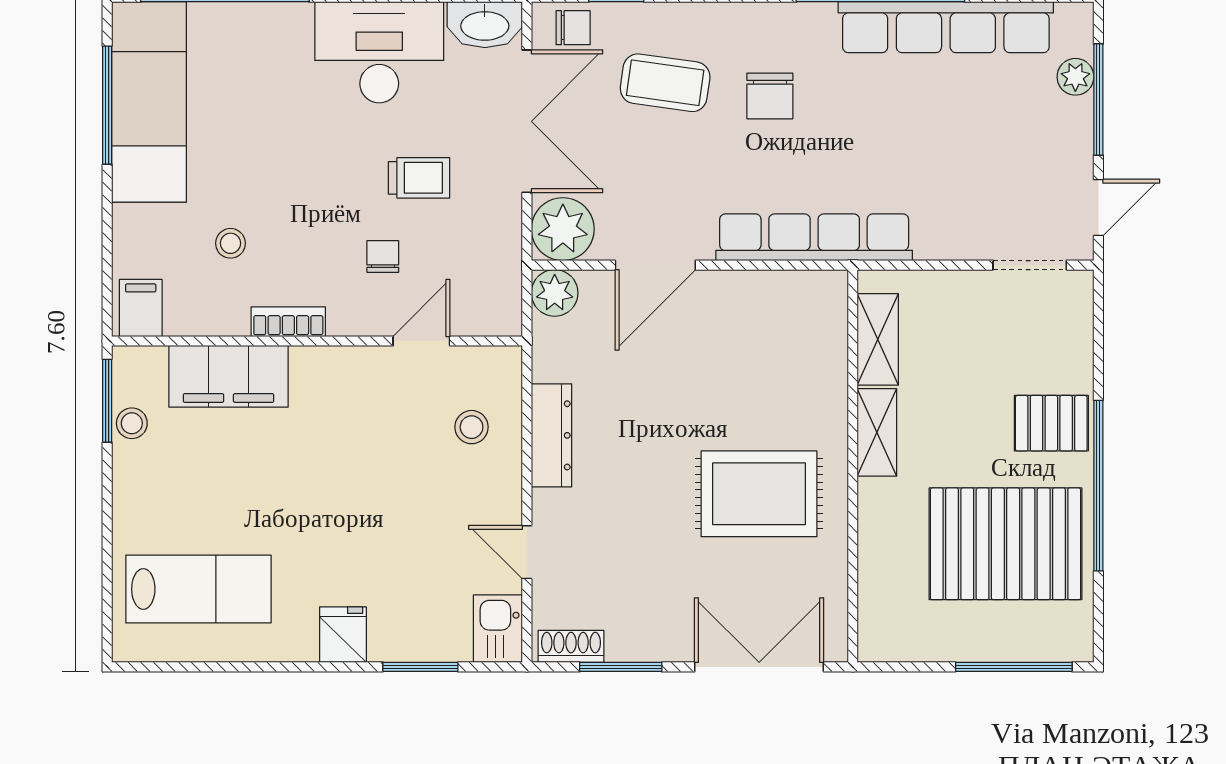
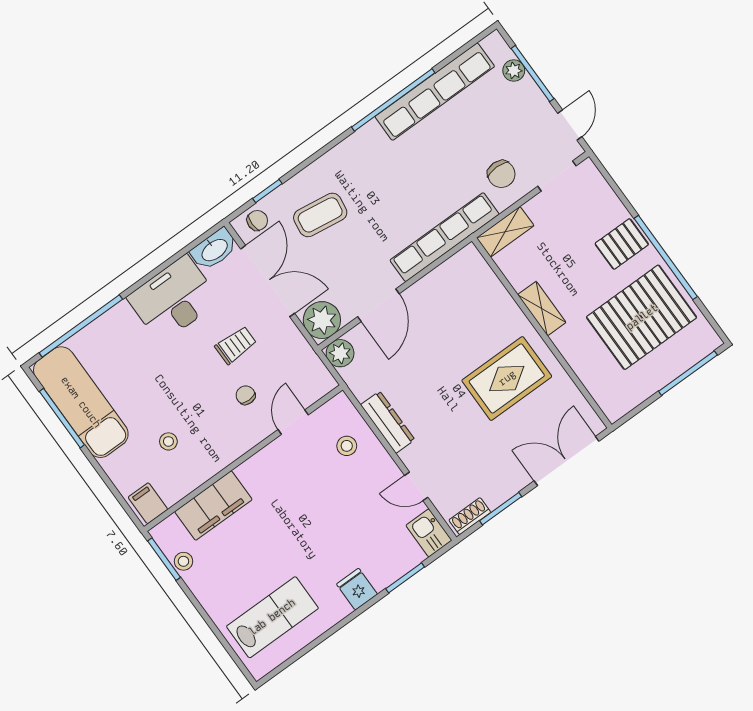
chair: (770, 96) -> (501, 174), moved
bookcase: (288, 322) -> (223, 459), removed
shelving: (878, 339) -> (505, 232), moved, turned 90

